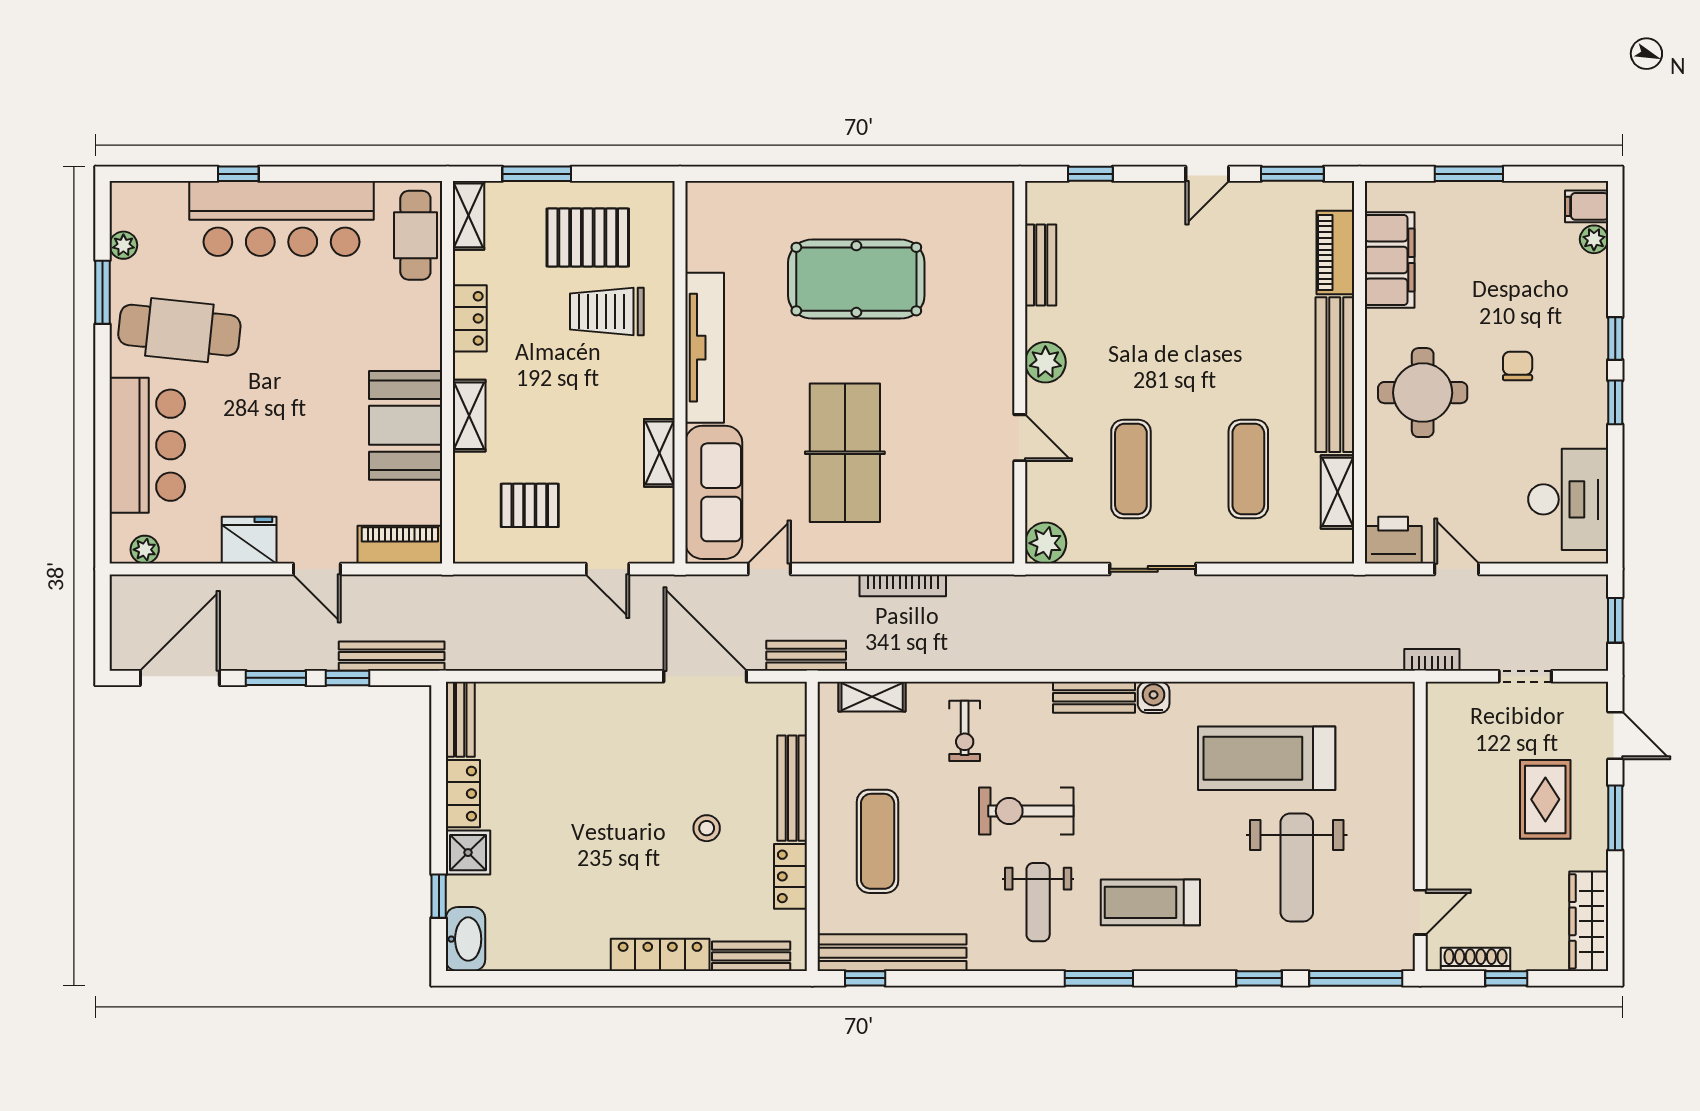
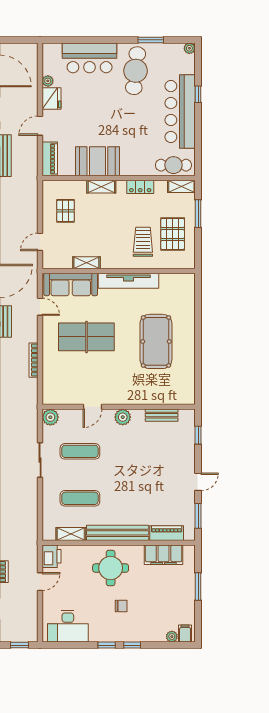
door: (1207, 174) -> (198, 482), swing flipped
plant: (123, 245) -> (189, 48), moved
plant: (145, 550) -> (48, 81), moved

